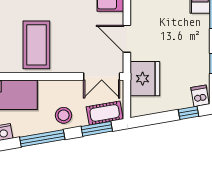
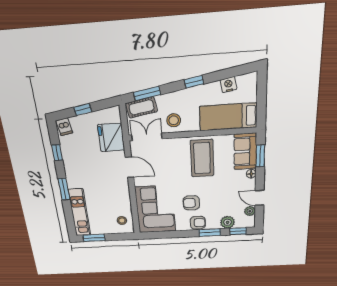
window: (189, 113) -> (83, 109), moved
stool: (64, 115) -> (174, 120), moved
window: (42, 138) -> (194, 82), width x0.46

